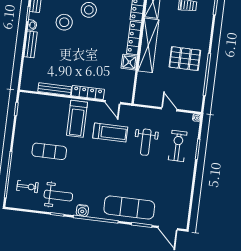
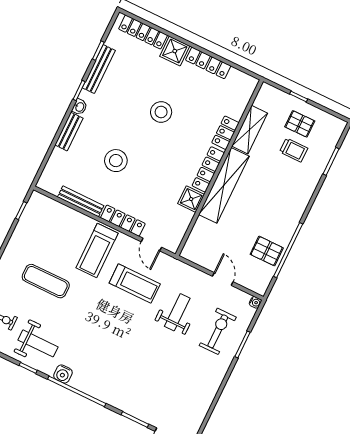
stool: (64, 22) -> (116, 161), moved
pallet: (185, 59) -> (267, 251), moved, width x0.67, depth x0.71
weight bench: (146, 142) -> (177, 312), turned 180
exercise mat: (129, 208) -> (126, 391), removed

